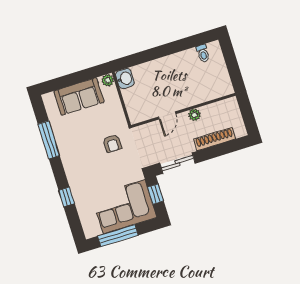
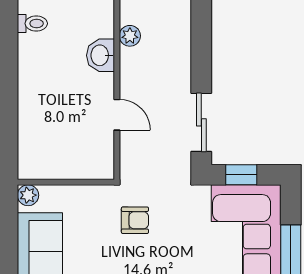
washbasin: (125, 79) -> (101, 55), moved, turned -90
plant: (194, 115) -> (130, 36), moved
shoe rack: (215, 139) -> (181, 48), removed

